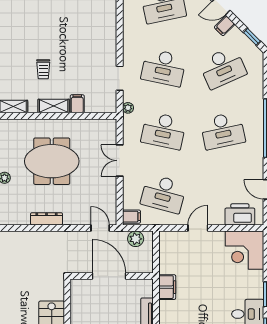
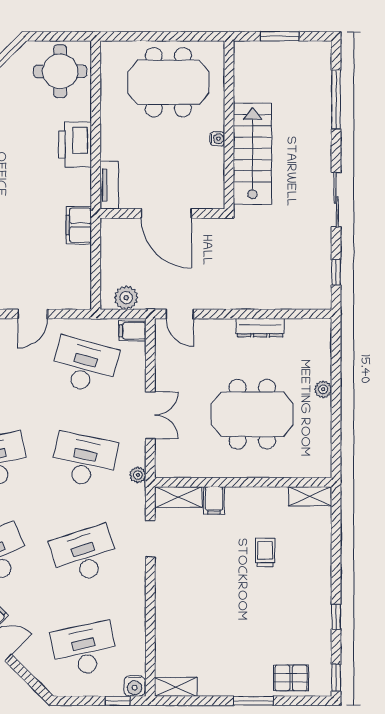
desk: (164, 68) -> (84, 555), turned -30
shelving: (54, 106) -> (179, 497), moved
plant: (128, 108) -> (138, 475), moved
door: (109, 276) -> (166, 213), moved
wall: (112, 276) -> (162, 213), moved

